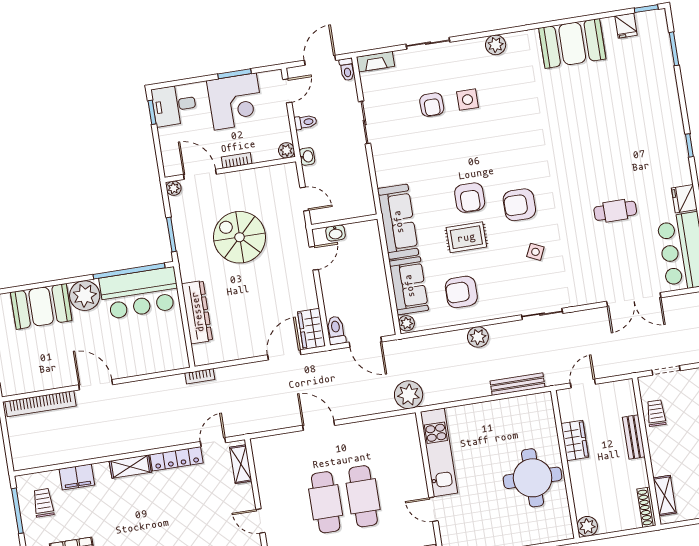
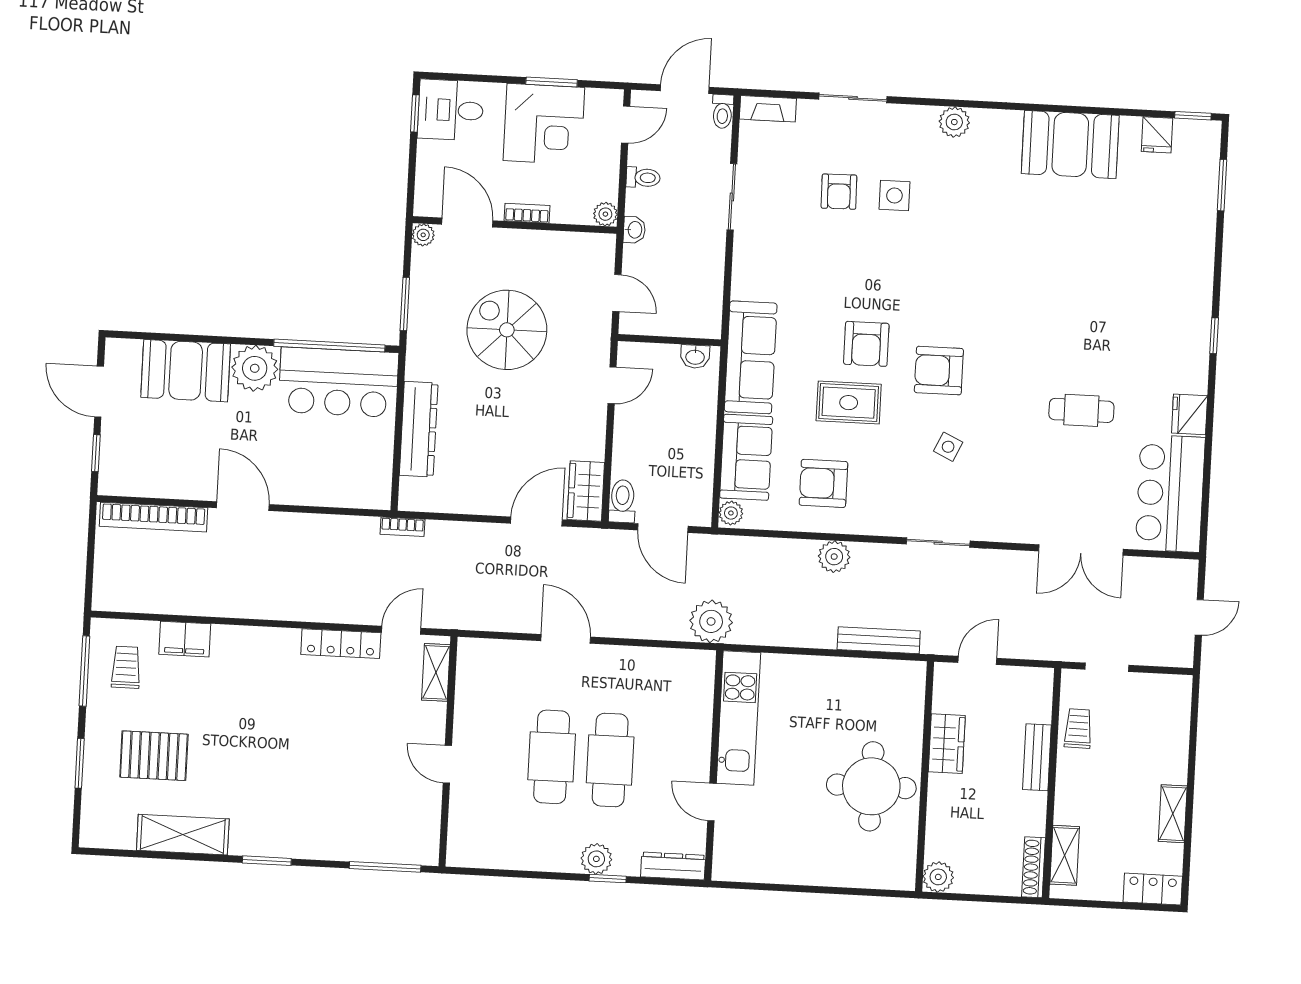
washbasin: (336, 233) -> (695, 357), moved
shelving: (130, 467) -> (269, 641), removed

